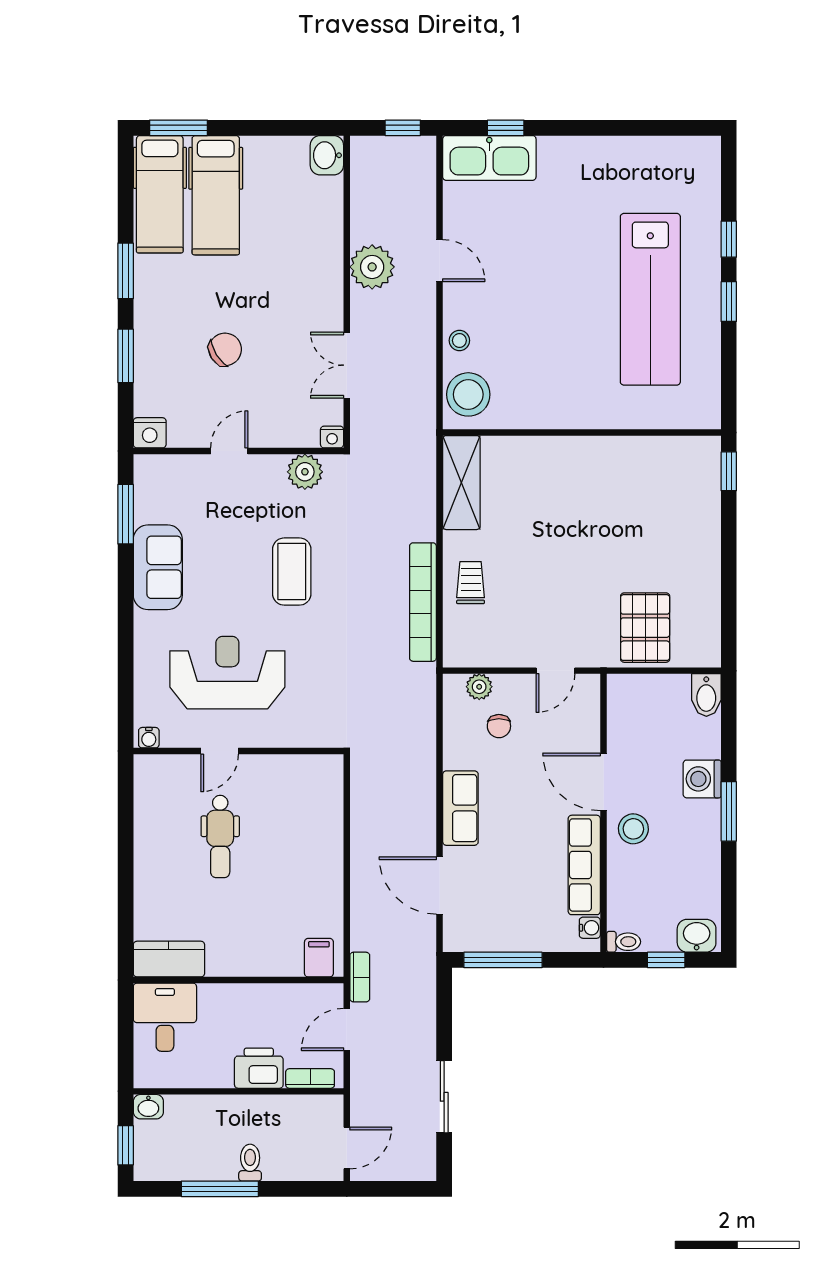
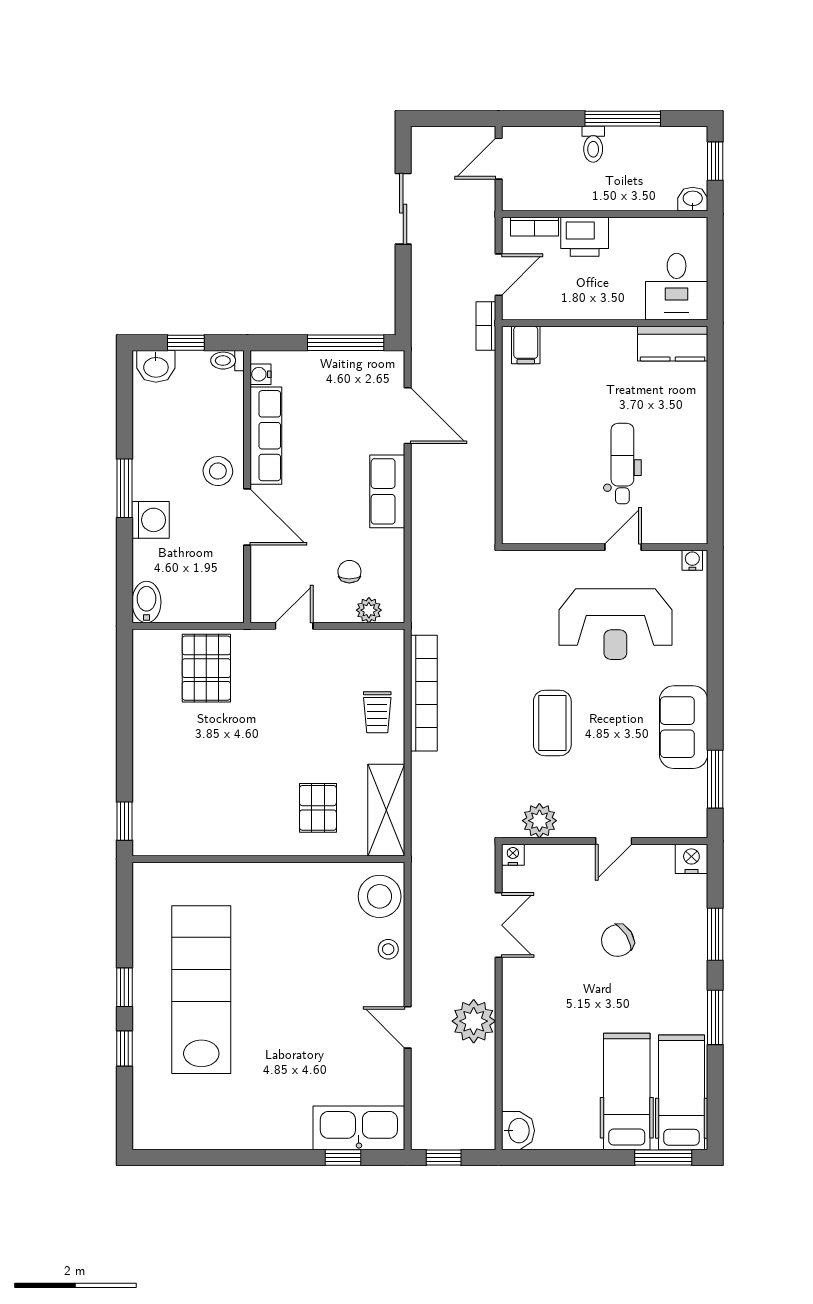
pallet: (531, 485) -> (318, 808), added

